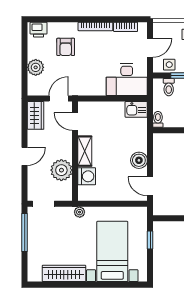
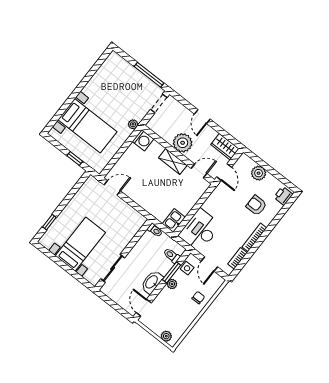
boiler: (139, 160) -> (137, 194), removed
plant: (61, 170) -> (183, 143), moved
washing machine: (87, 176) -> (143, 140), moved, turned -90
wardrobe: (64, 273) -> (99, 80), removed

